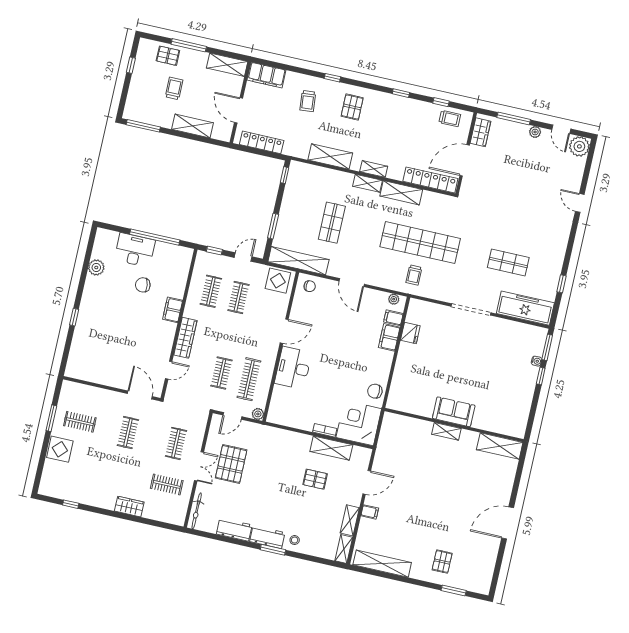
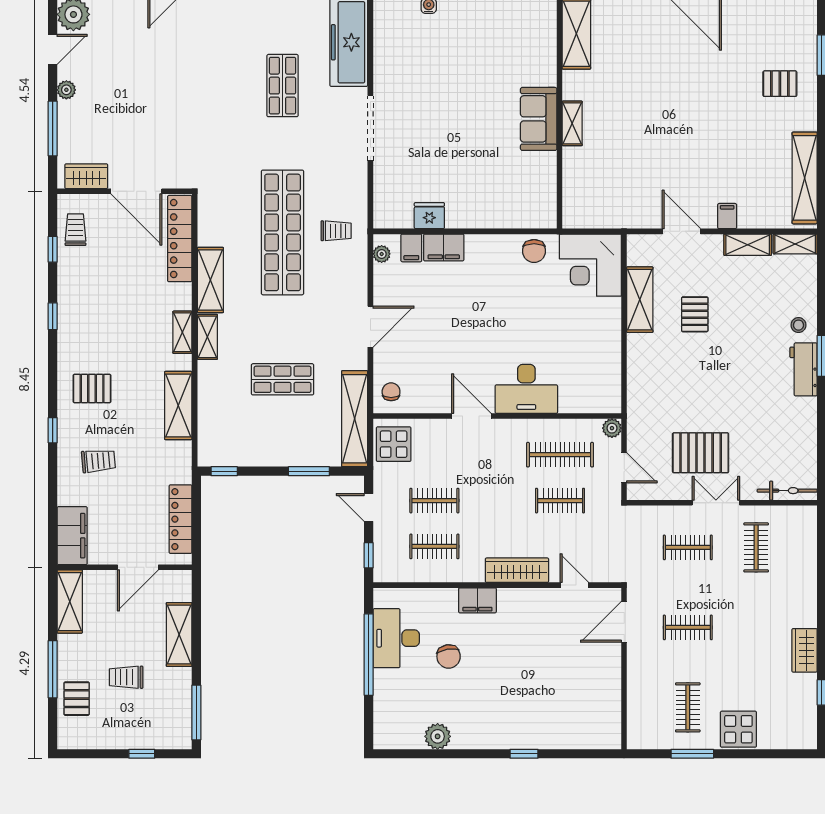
window: (131, 65) -> (142, 754), moved
desk: (135, 250) -> (396, 638), moved
bookcase: (325, 430) -> (614, 317), removed
wardrobe: (129, 507) -> (805, 650), moved
workbench: (234, 529) -> (803, 424), removed

